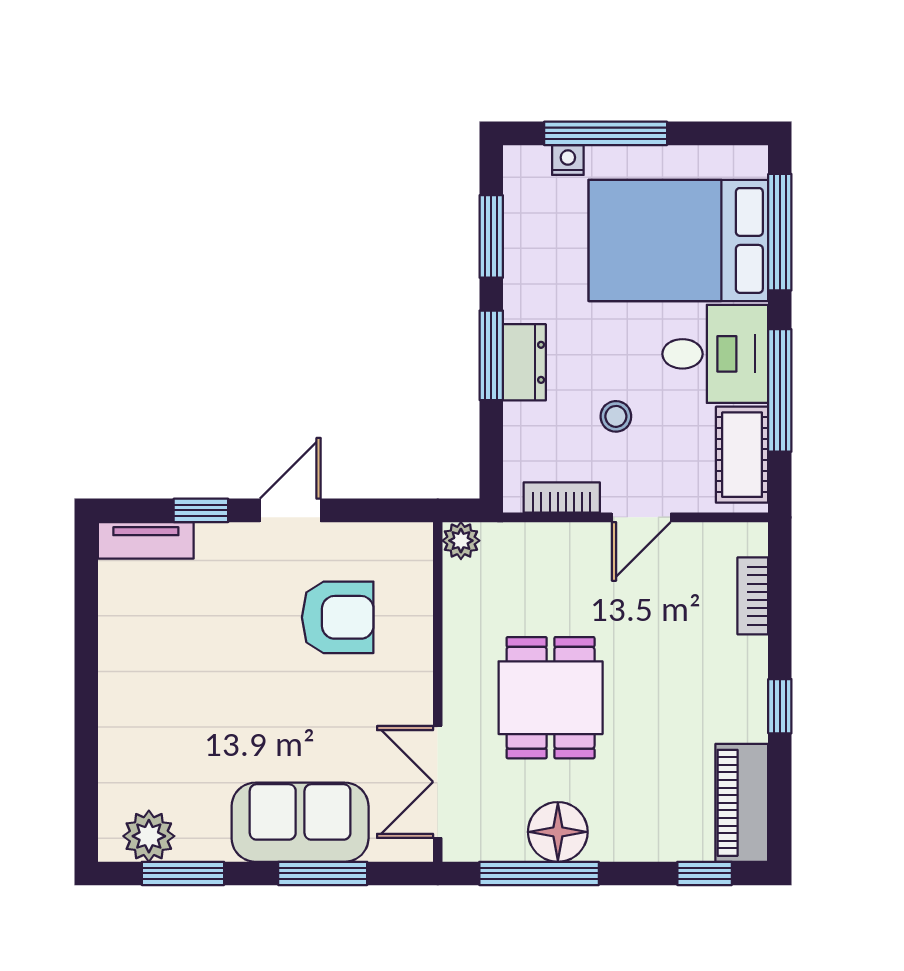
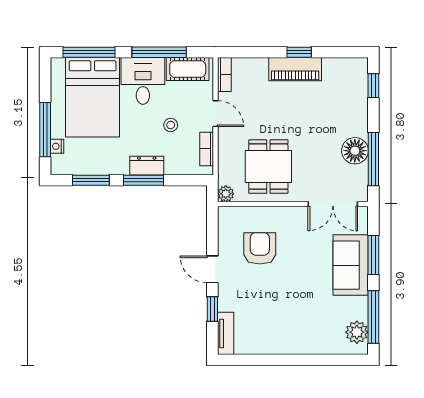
bookcase: (753, 596) -> (224, 74), moved, turned -90
dining table: (551, 698) -> (268, 167), moved, turned 90
piano: (742, 803) -> (295, 69), moved
window: (183, 873) -> (373, 317), width x1.44

